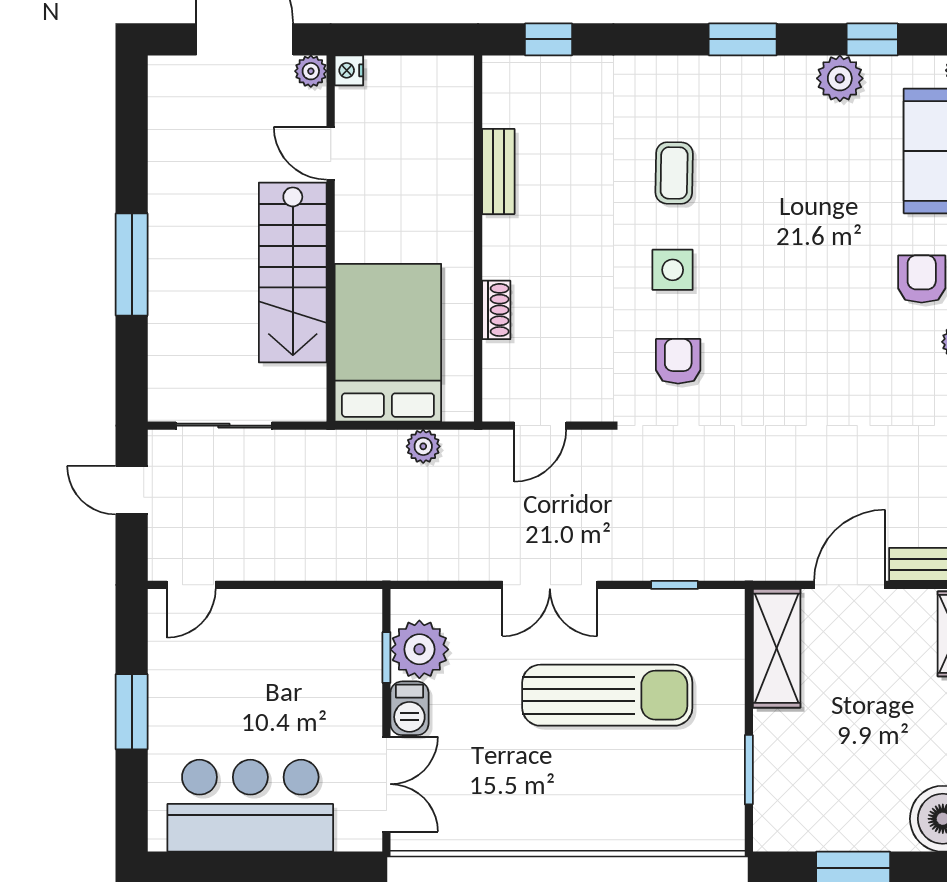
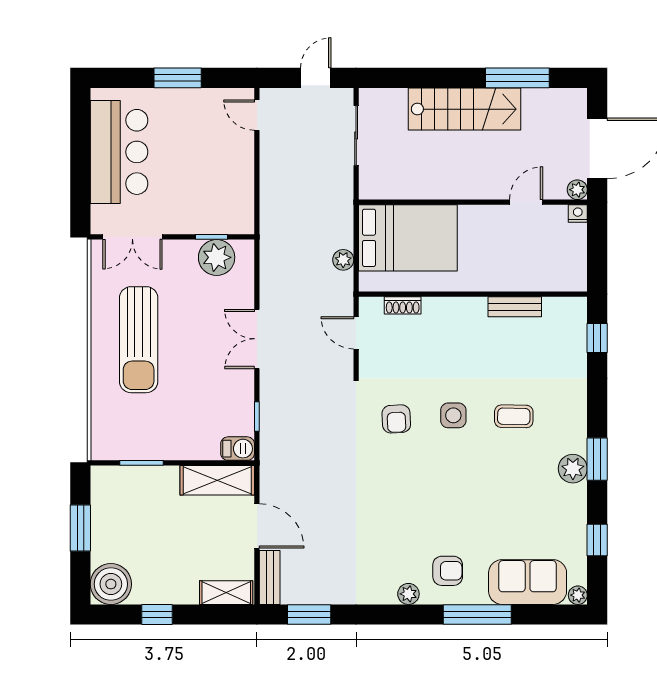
plant: (840, 78) -> (573, 469), moved
window: (132, 265) -> (517, 78), moved
stairs: (293, 272) -> (465, 109), moved, turned 180
shoe rack: (496, 310) -> (403, 305), moved
armchair: (678, 361) -> (396, 419), turned 87
sun lounger: (607, 695) -> (139, 340), moved
barbecue: (409, 708) -> (238, 449), moved, turned 180

